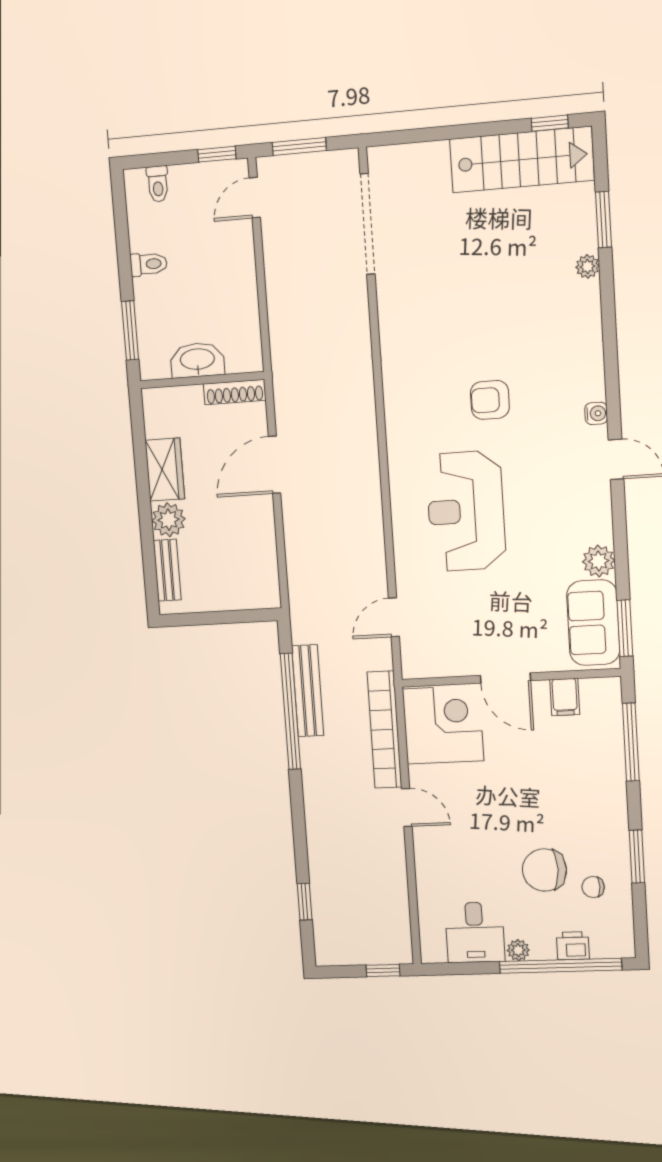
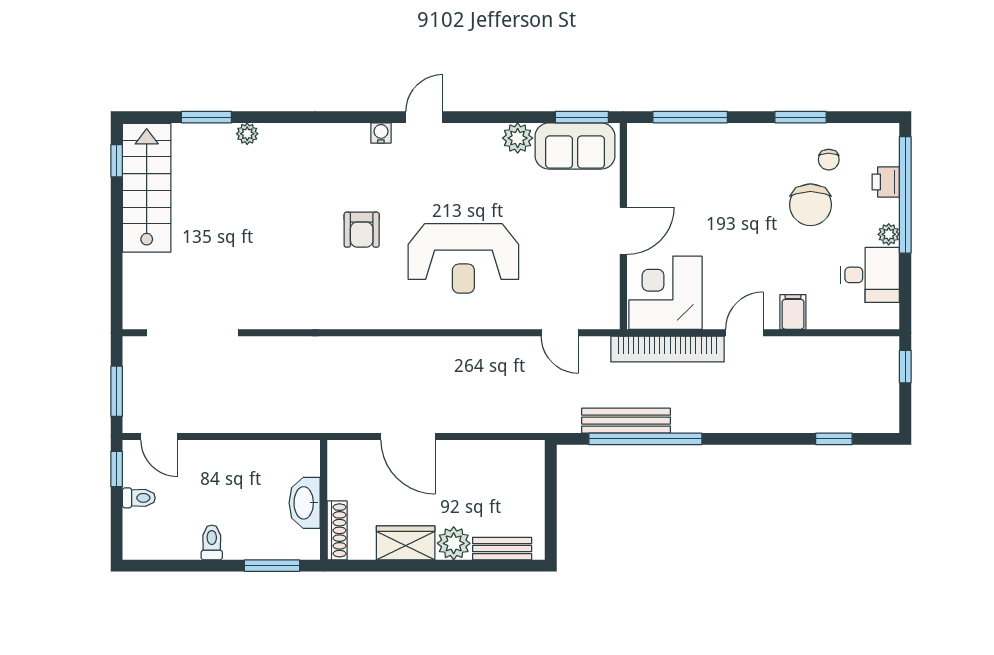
toilet: (158, 184) -> (139, 498), moved
shoe rack: (235, 392) -> (337, 530), moved
filing cabinet: (565, 697) -> (793, 312), moved, turned -90

